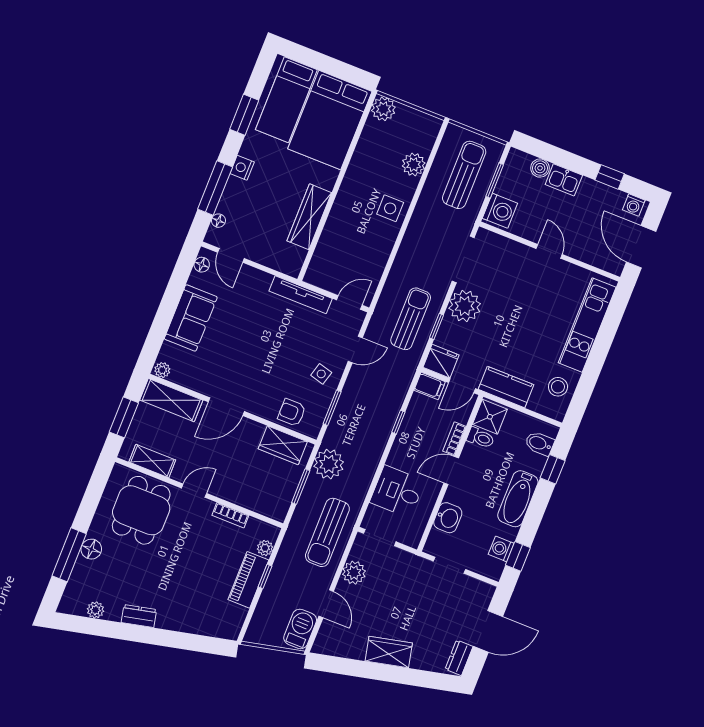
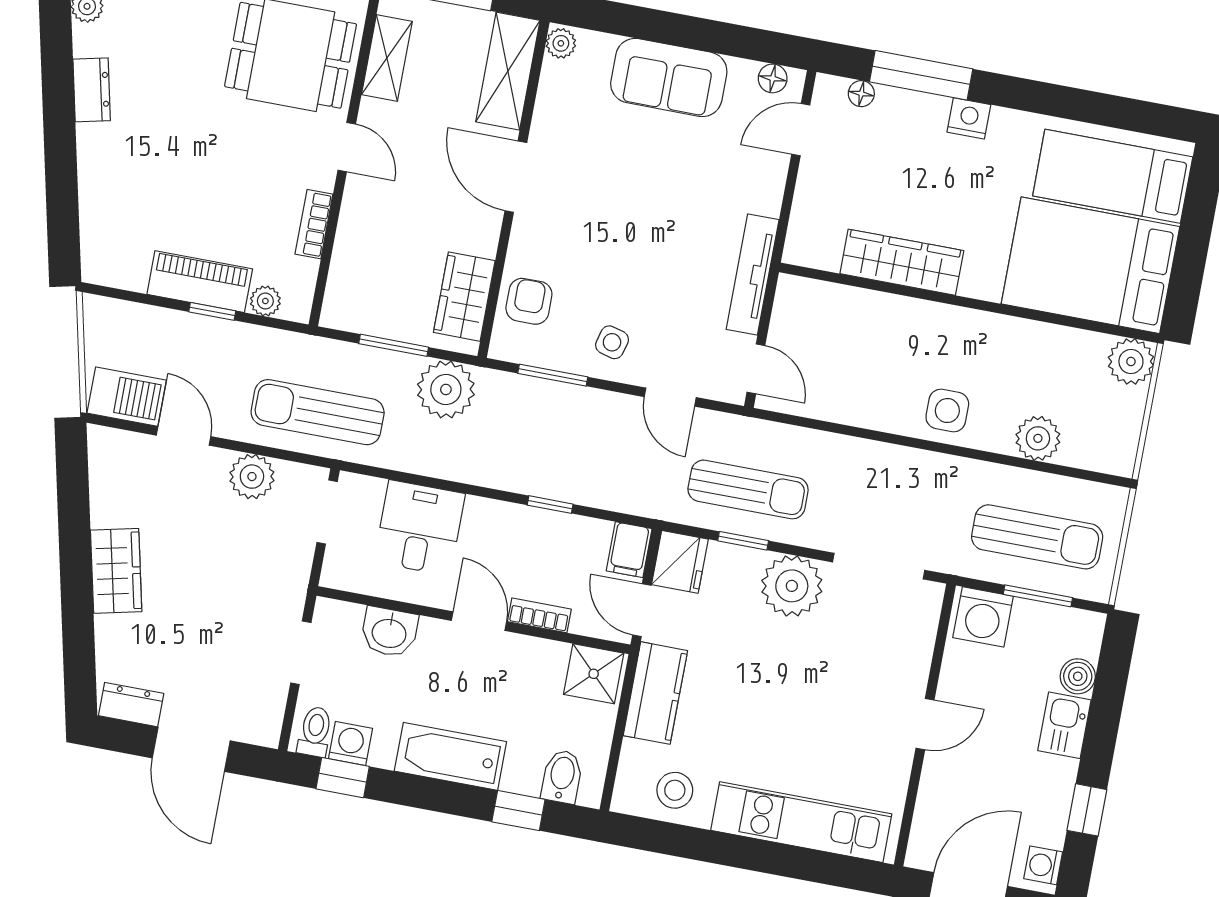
window: (244, 115) -> (1069, 103), removed
toilet: (481, 438) -> (315, 732), moved, turned 180
door: (326, 604) -> (183, 436), swing flipped

